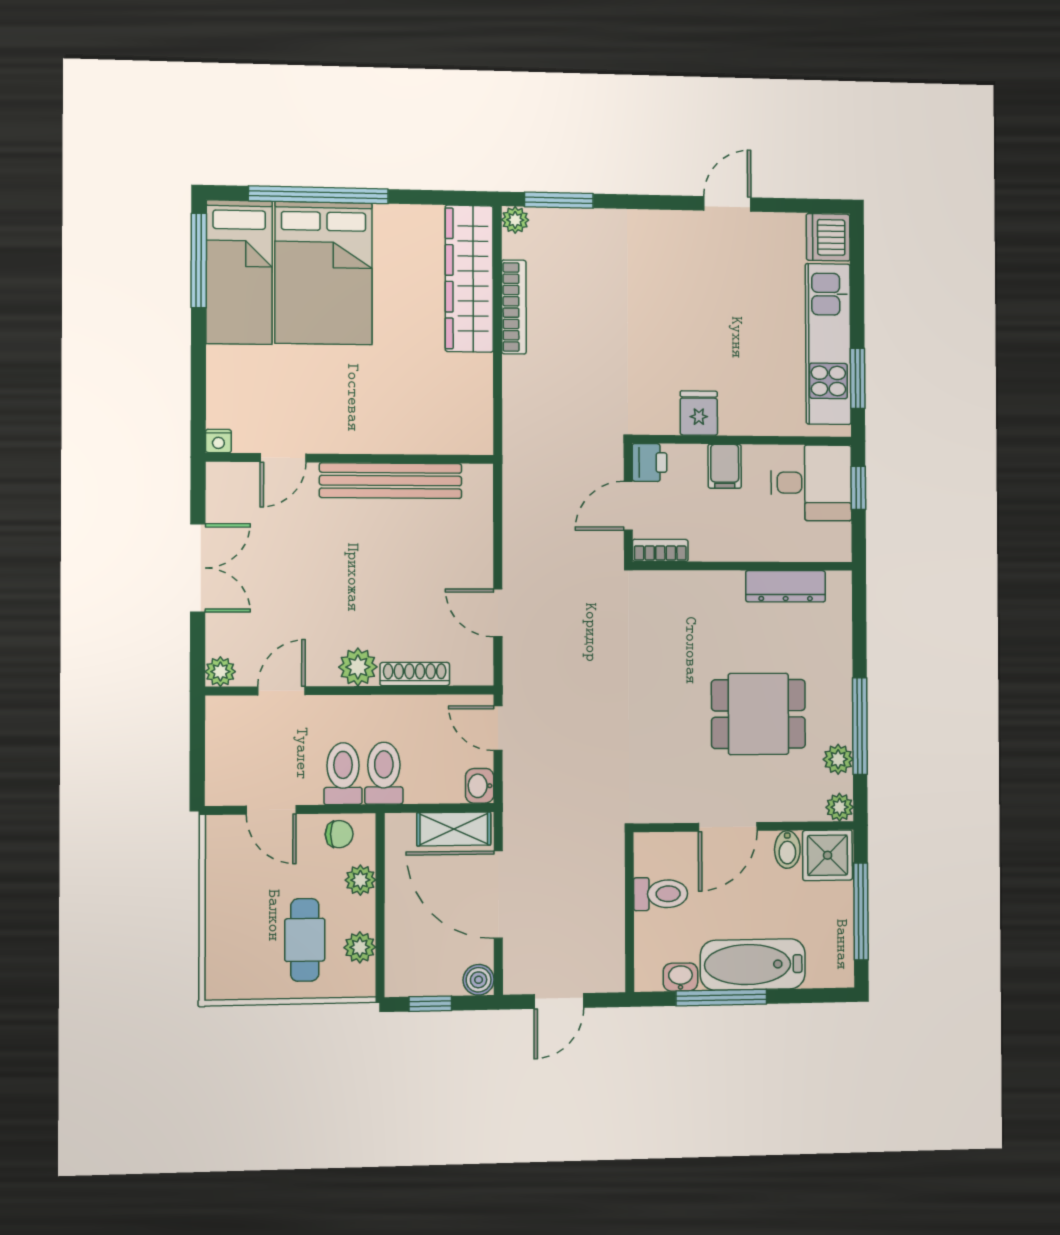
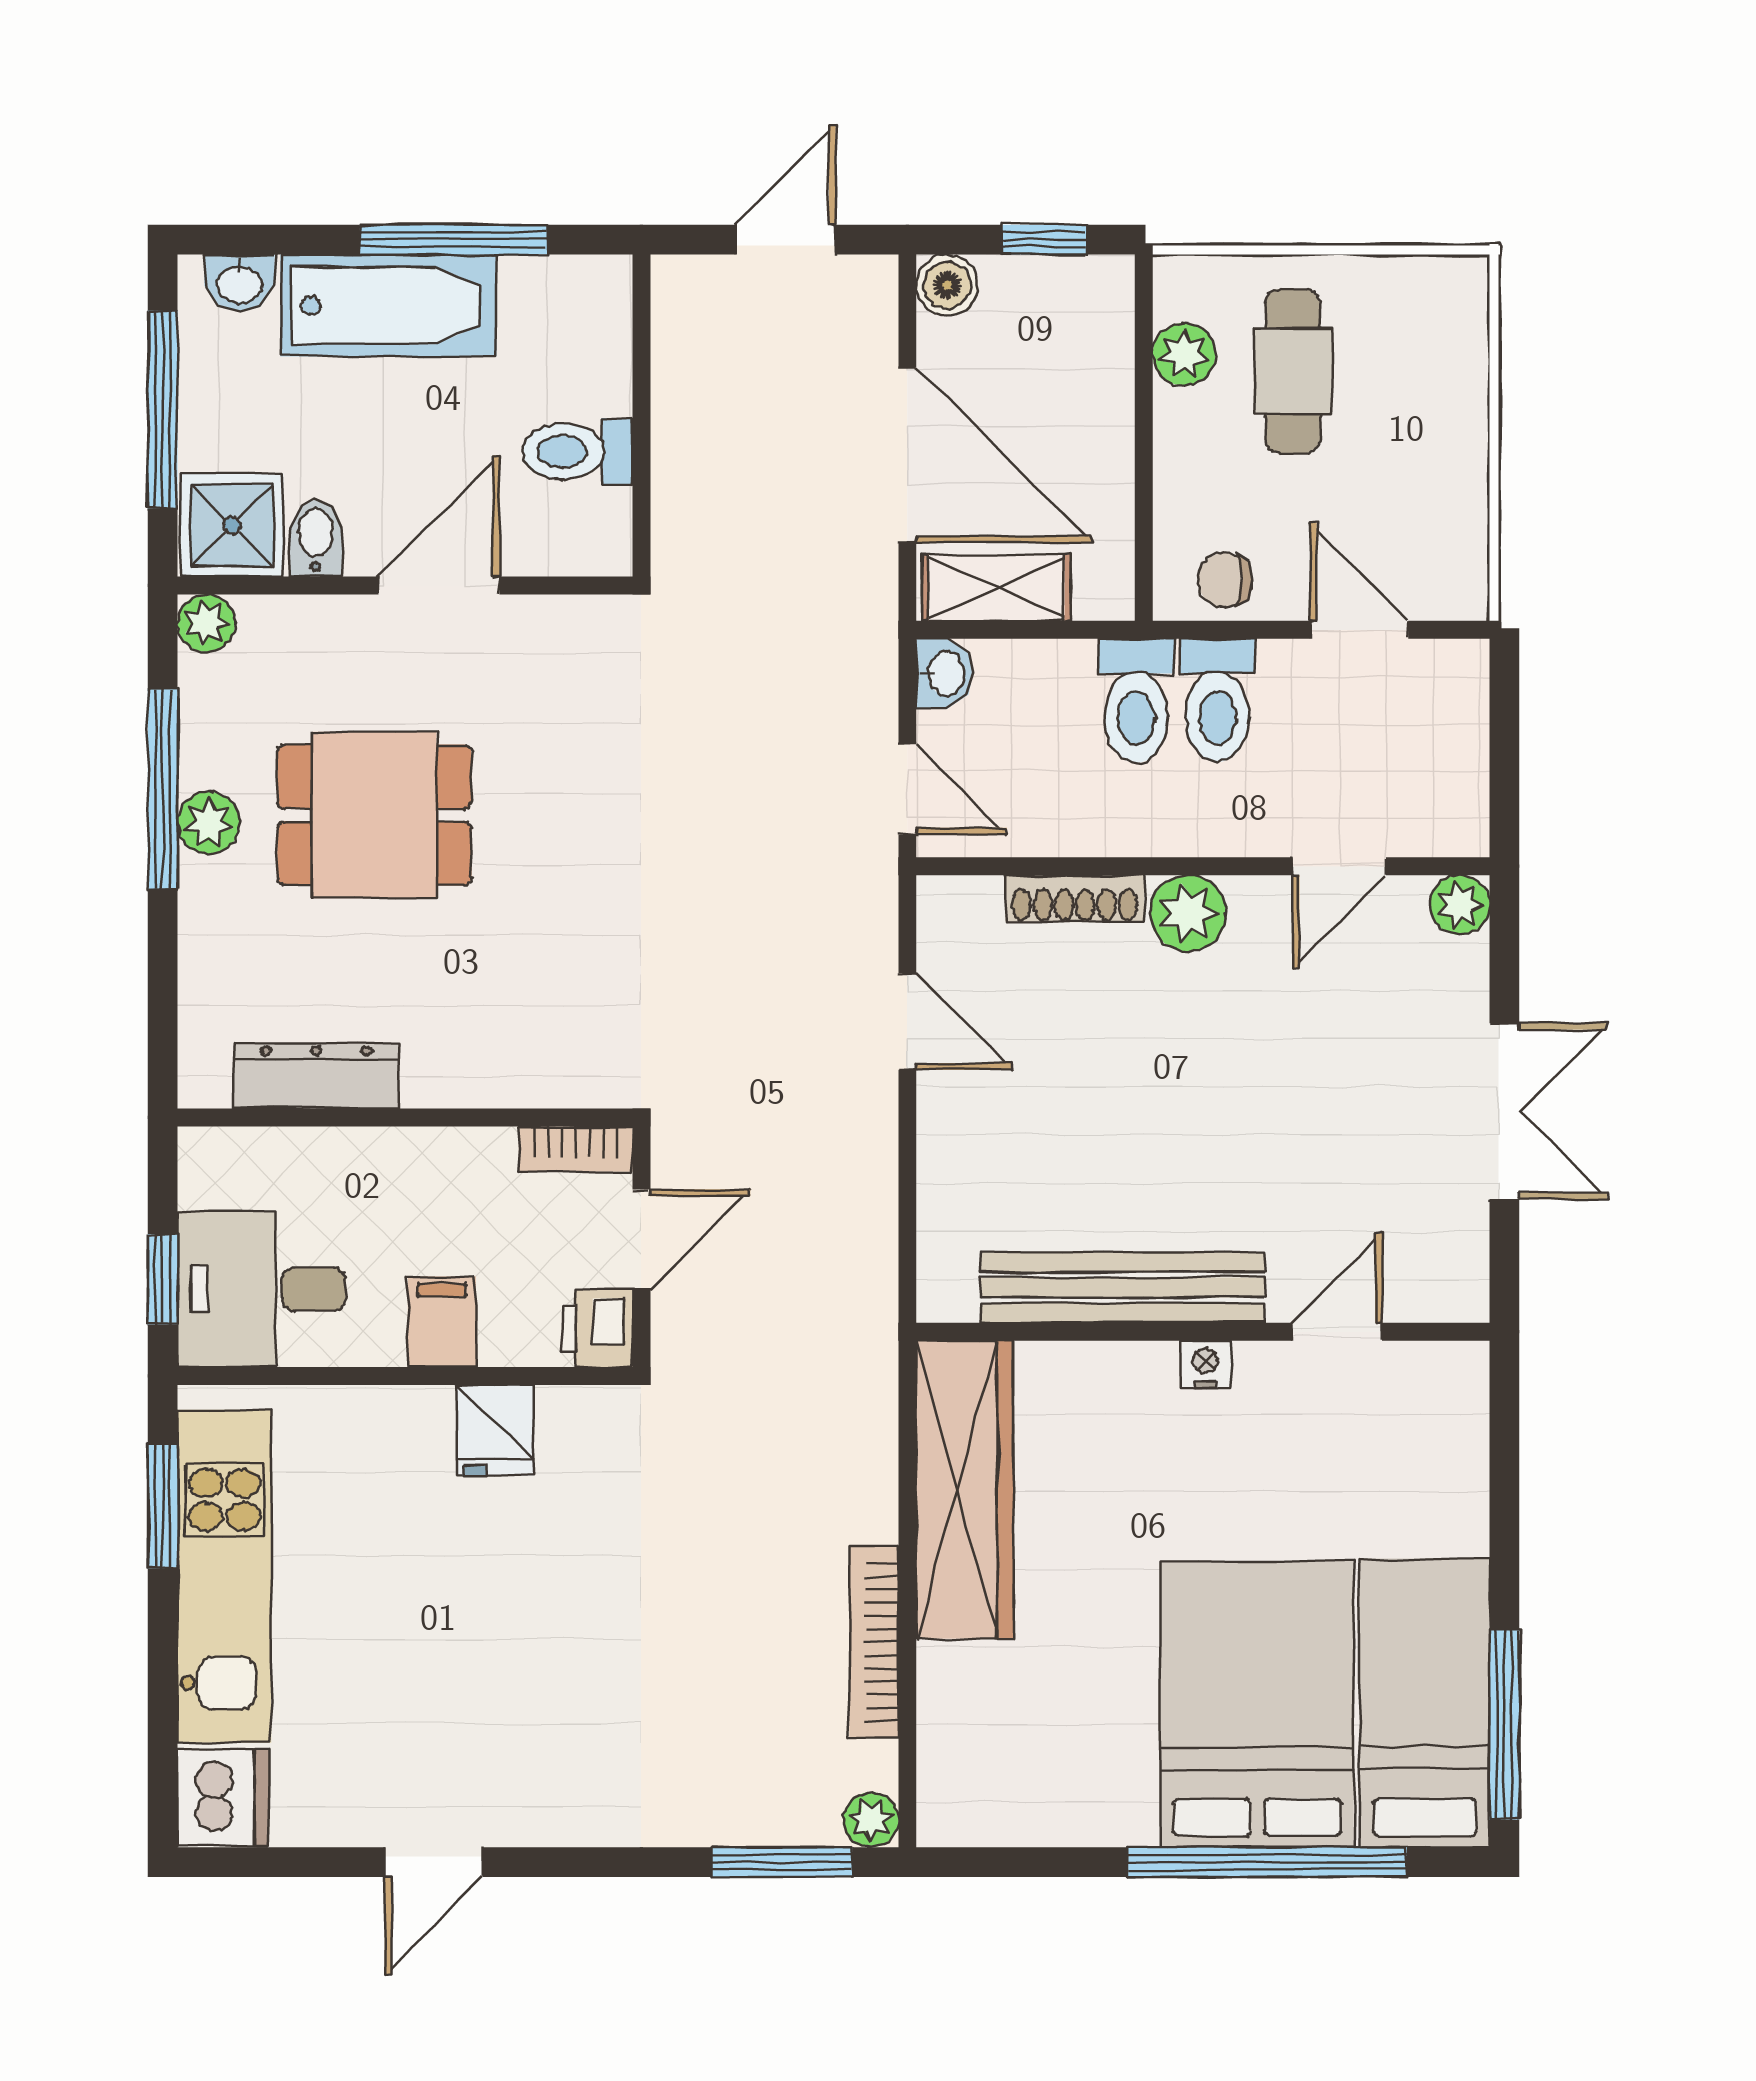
wardrobe: (469, 279) -> (965, 1490), moved
nightstand: (218, 441) -> (1205, 1364), moved
double door: (198, 568) -> (1504, 1111), swing flipped
plant: (838, 759) -> (209, 823), moved
plant: (360, 880) -> (1183, 488), removed
washbasin: (680, 977) -> (239, 283), moved

